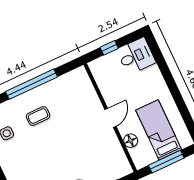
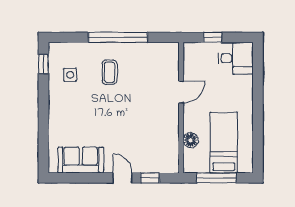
coffee table: (38, 116) -> (110, 72), turned 90
door: (110, 118) -> (181, 92), moved

